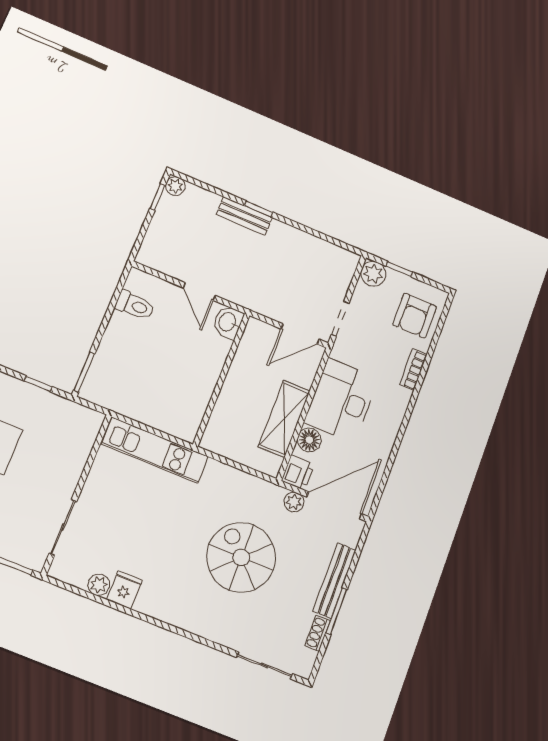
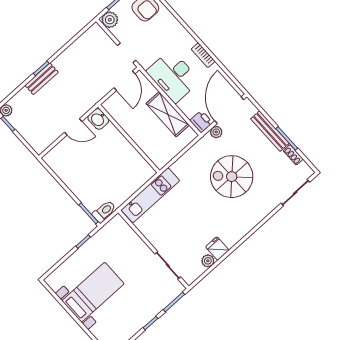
toilet: (135, 305) -> (104, 211), moved
bookcase: (413, 369) -> (203, 55), moved
floor lamp: (309, 440) -> (186, 106), removed

